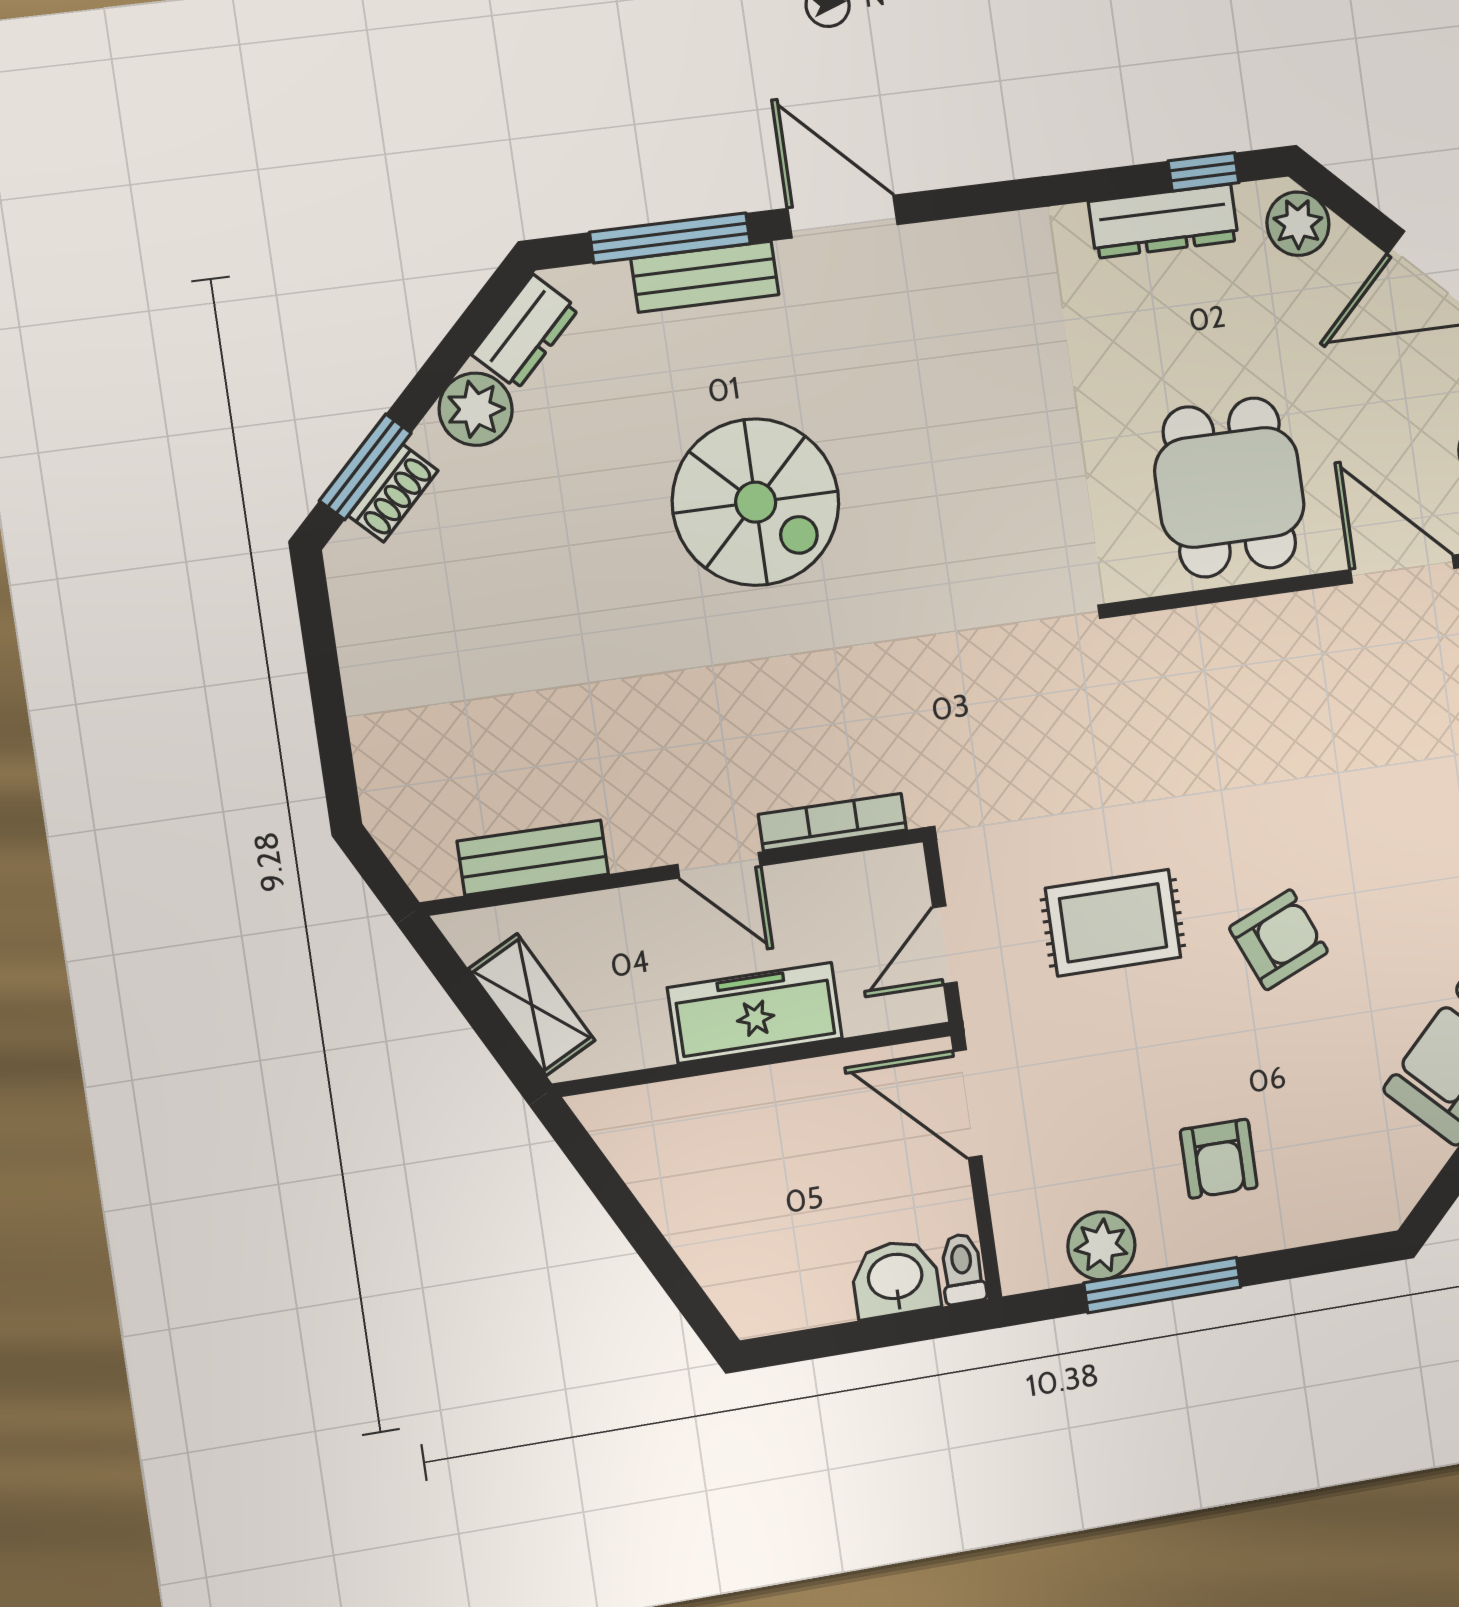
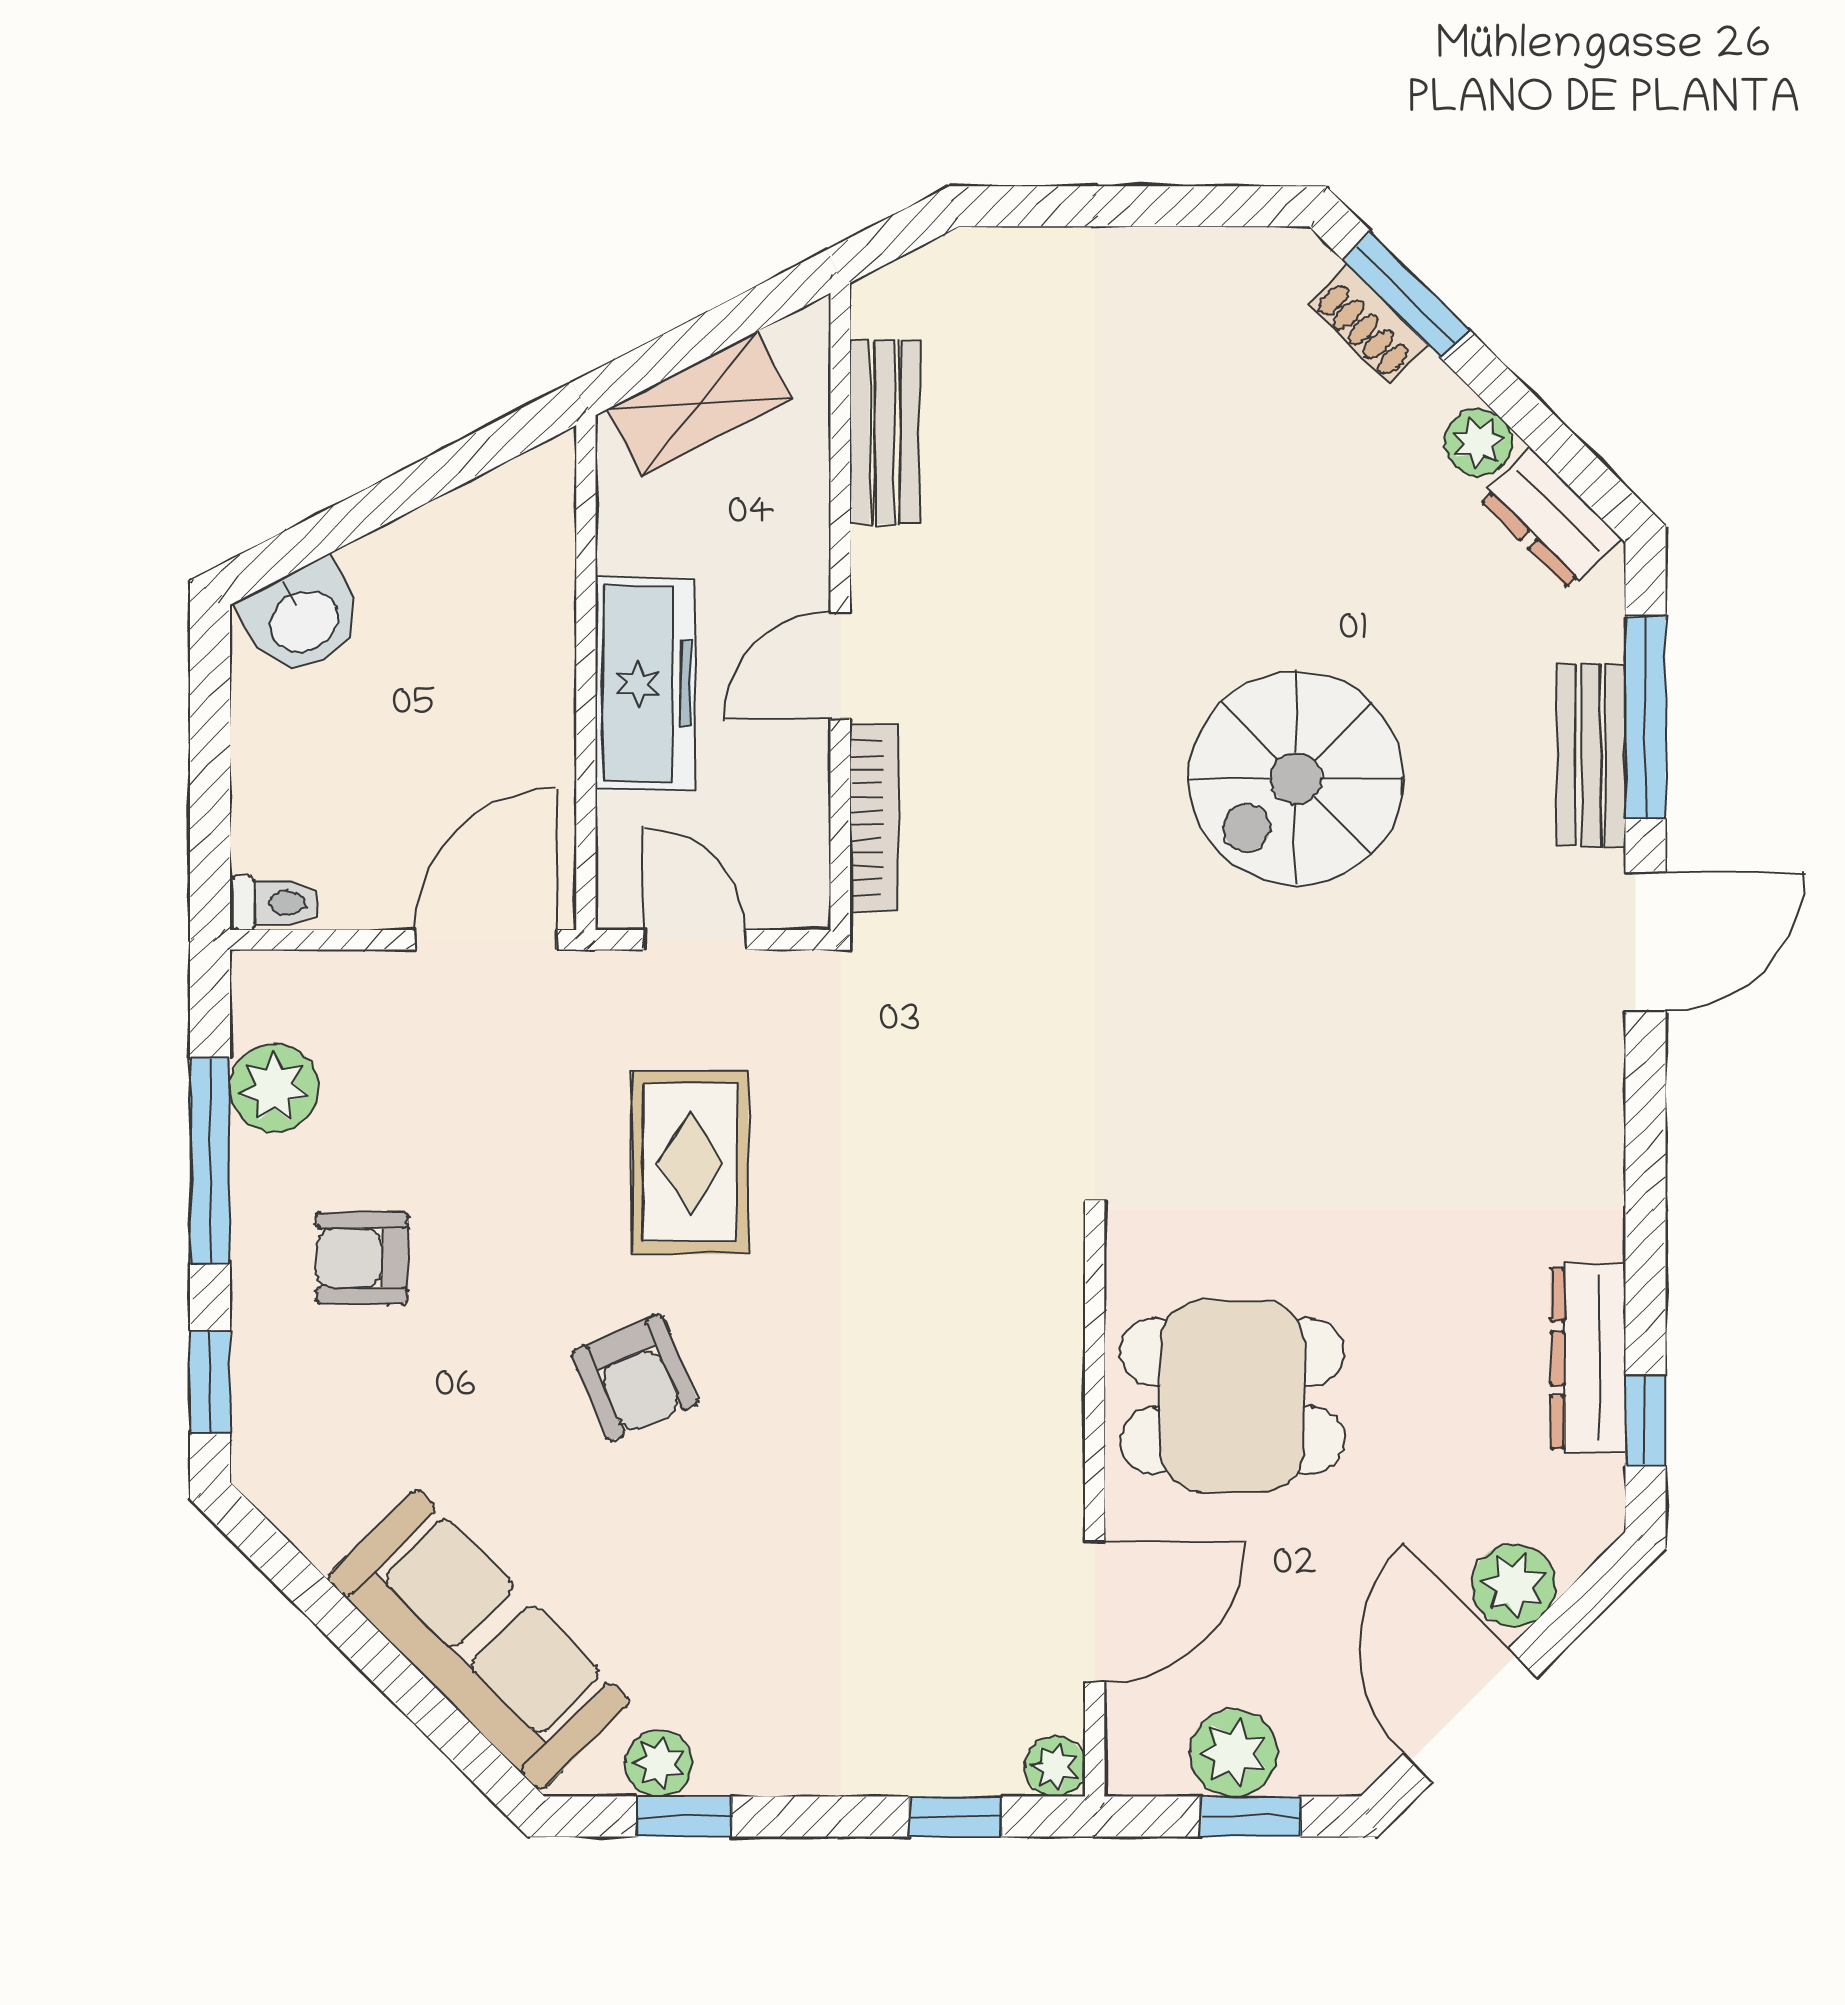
plant: (1298, 224) -> (1514, 1585), moved
plant: (476, 409) -> (1478, 442), width x0.73, depth x0.73
window: (1326, 1258) -> (210, 1382), added
washbasin: (895, 1279) -> (303, 619), moved, turned 63

